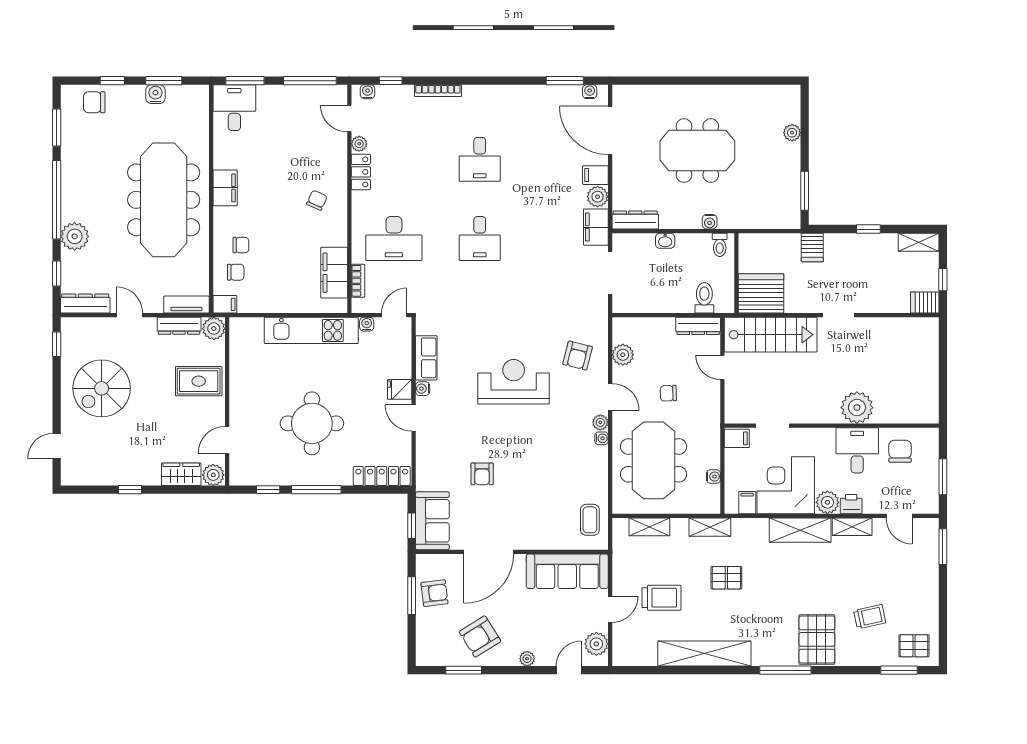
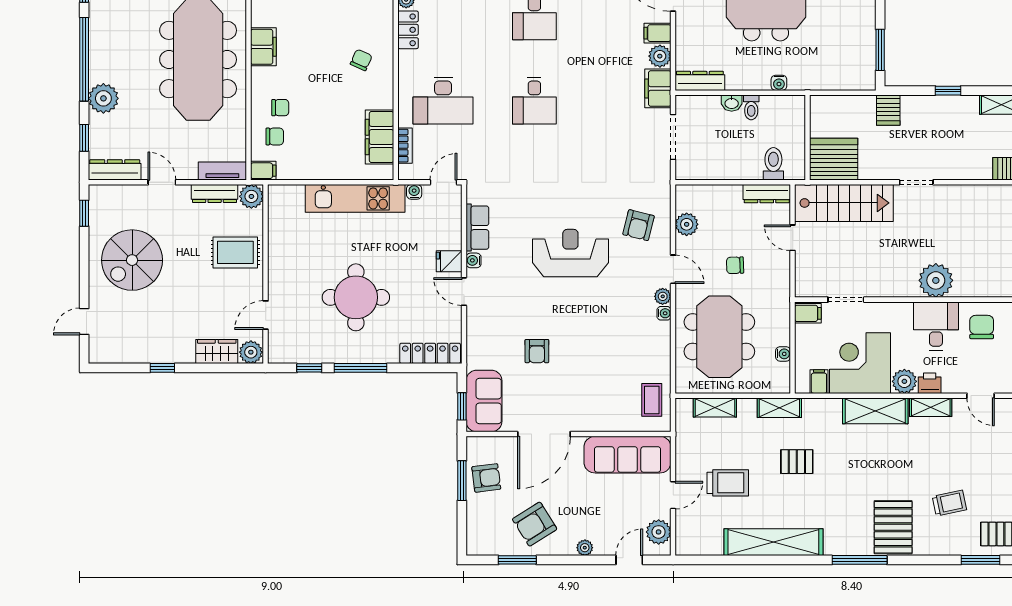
toilet: (720, 245) -> (751, 107), moved

